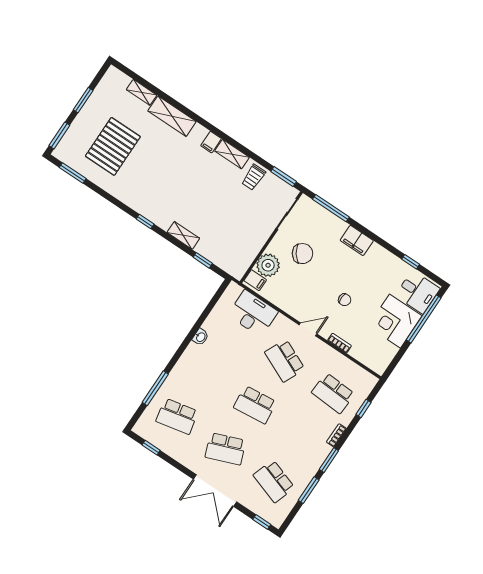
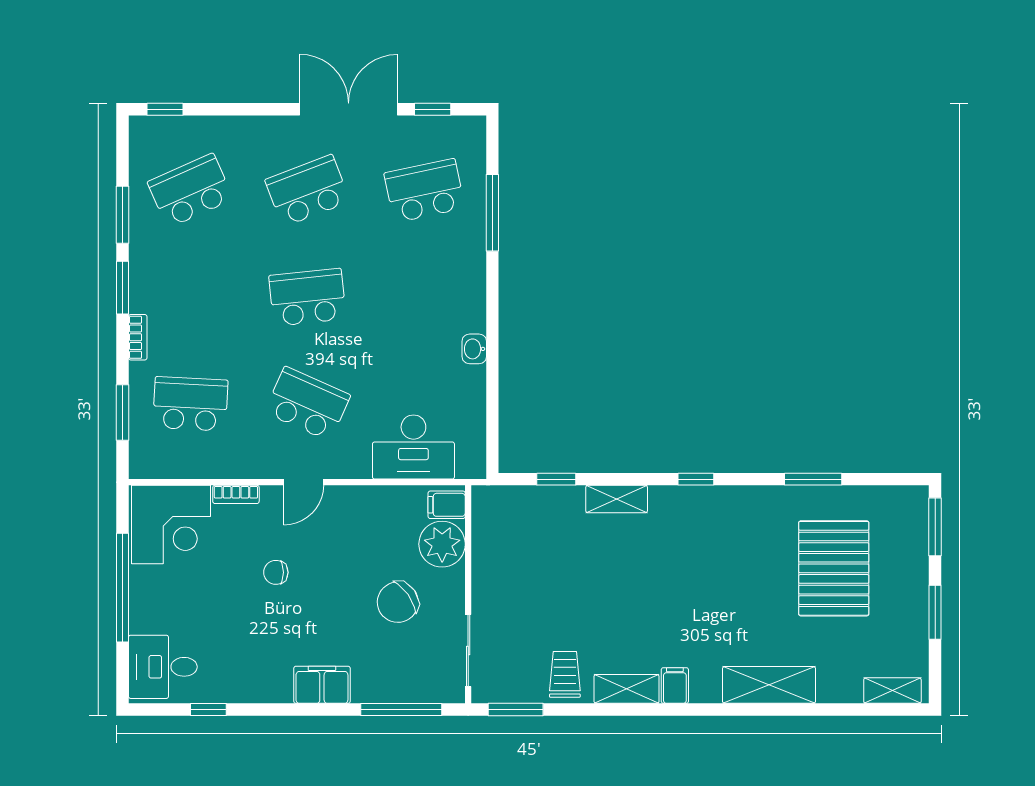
shelving: (142, 92) -> (892, 691), moved
window: (73, 173) -> (813, 479), moved
window: (424, 319) -> (123, 588), moved
corner desk: (395, 321) -> (171, 525), moved, turned 90
window: (364, 408) -> (123, 413), width x1.50
school desk: (274, 481) -> (190, 191), turned -42
double door: (215, 490) -> (349, 109), moved

